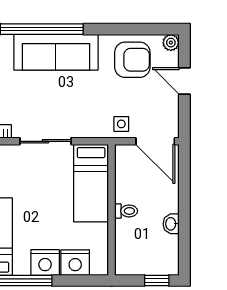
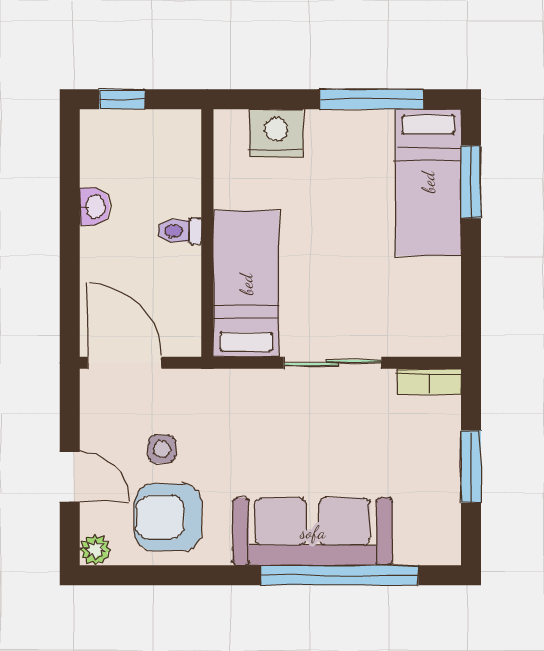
side table: (121, 124) -> (162, 449), moved
nightstand: (45, 263) -> (333, 133), removed

